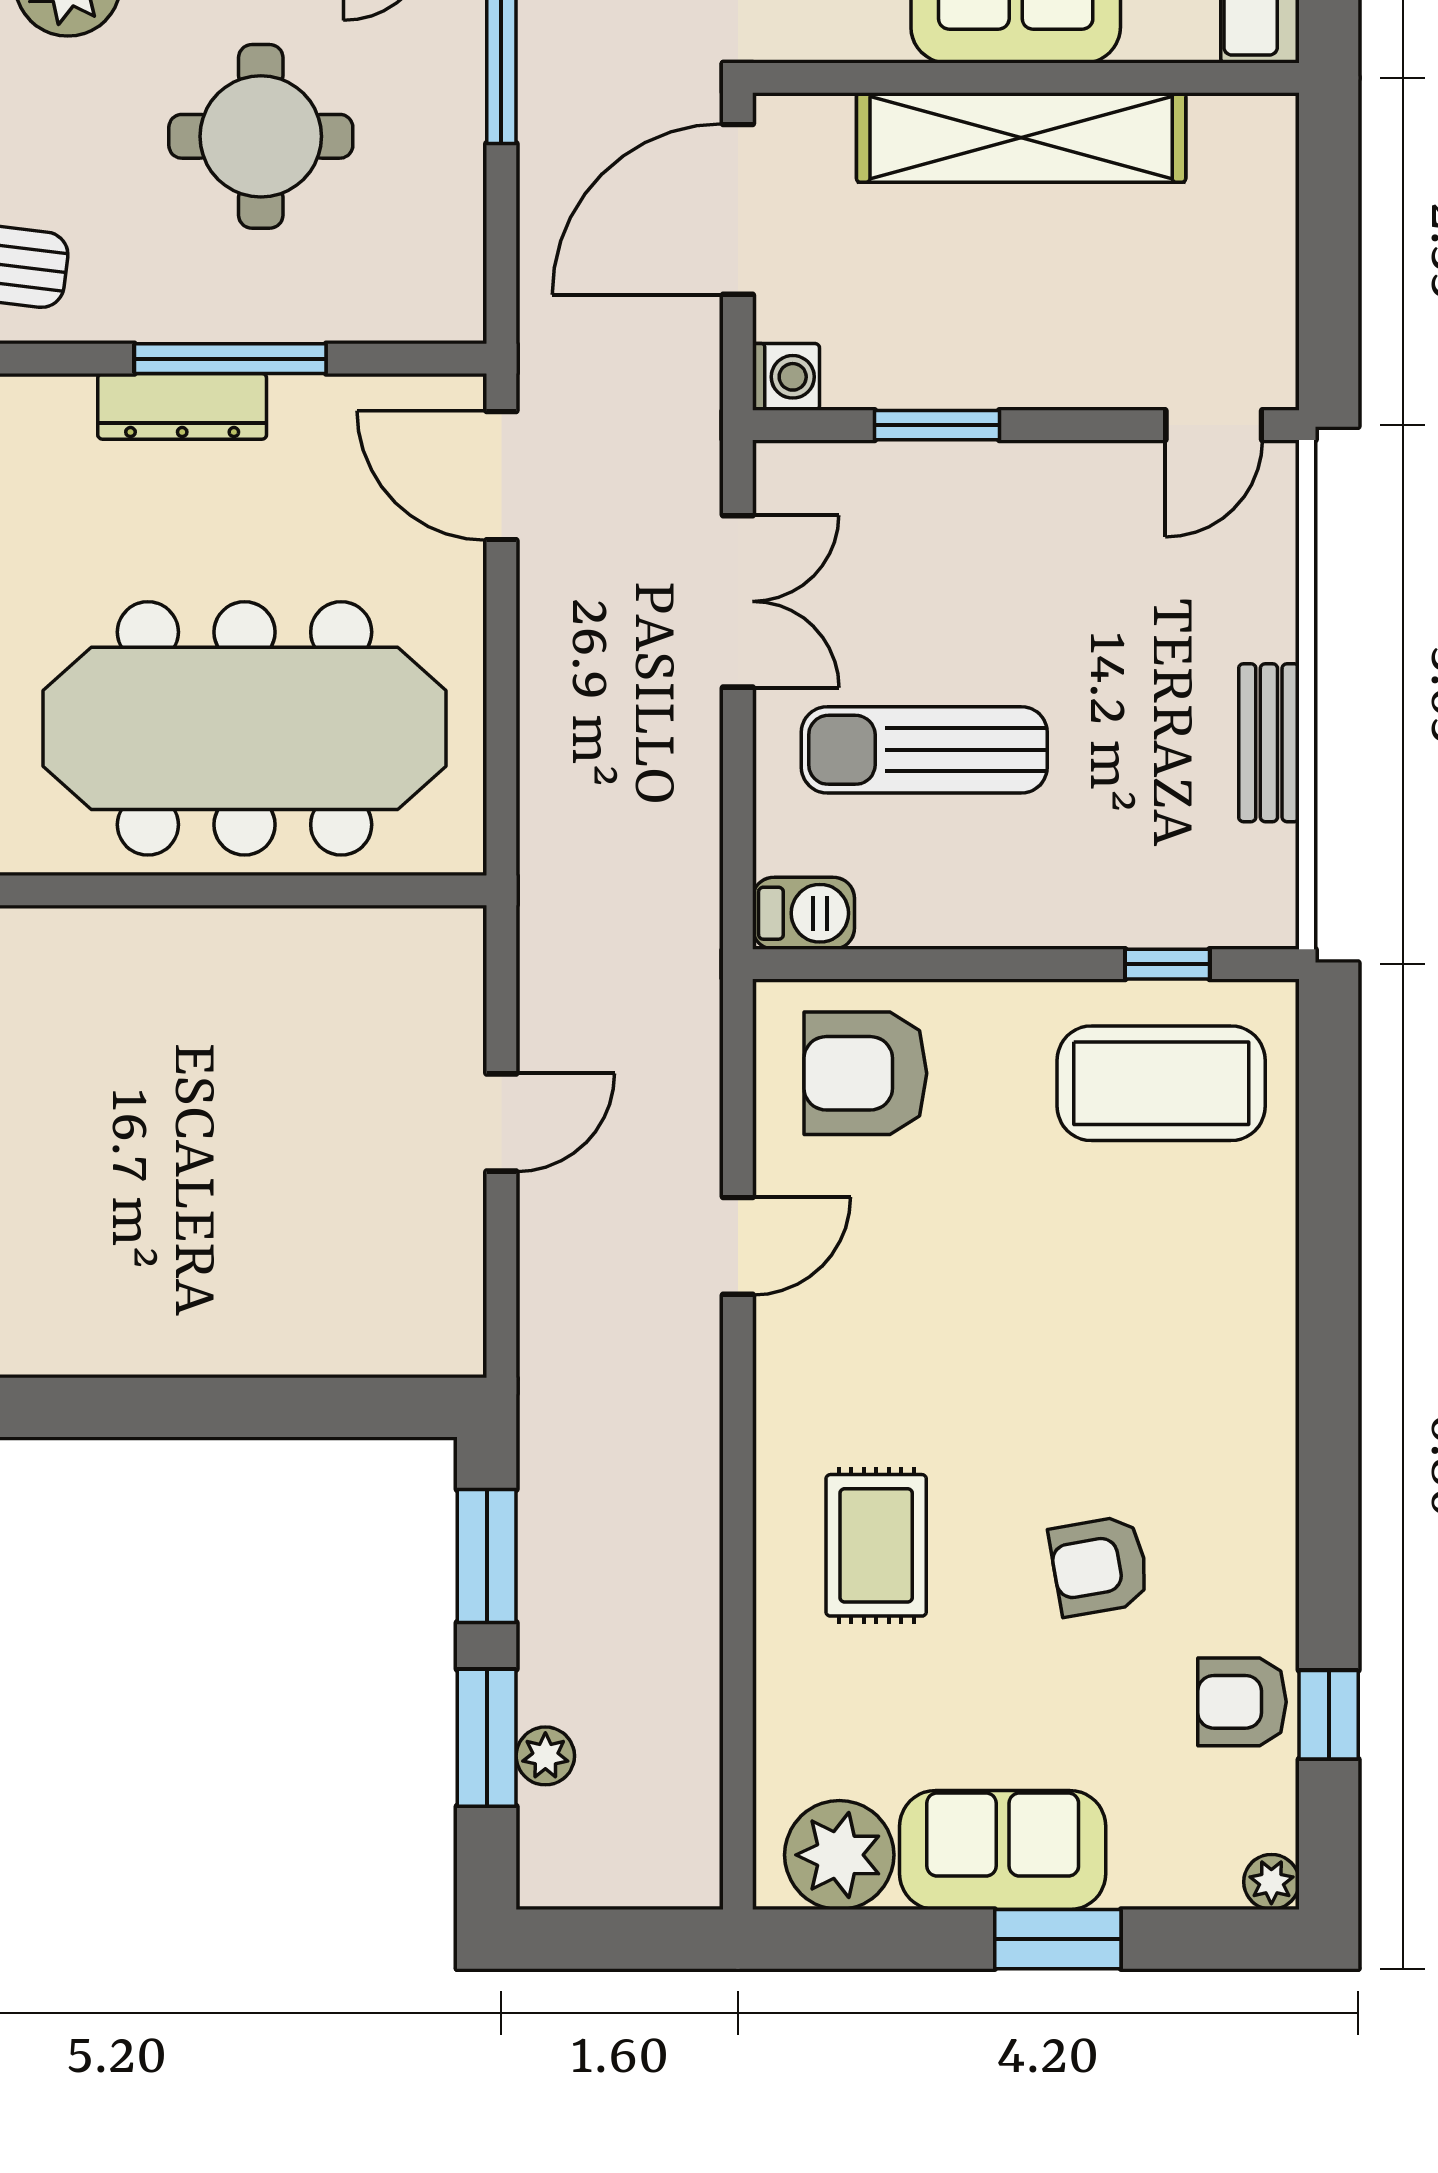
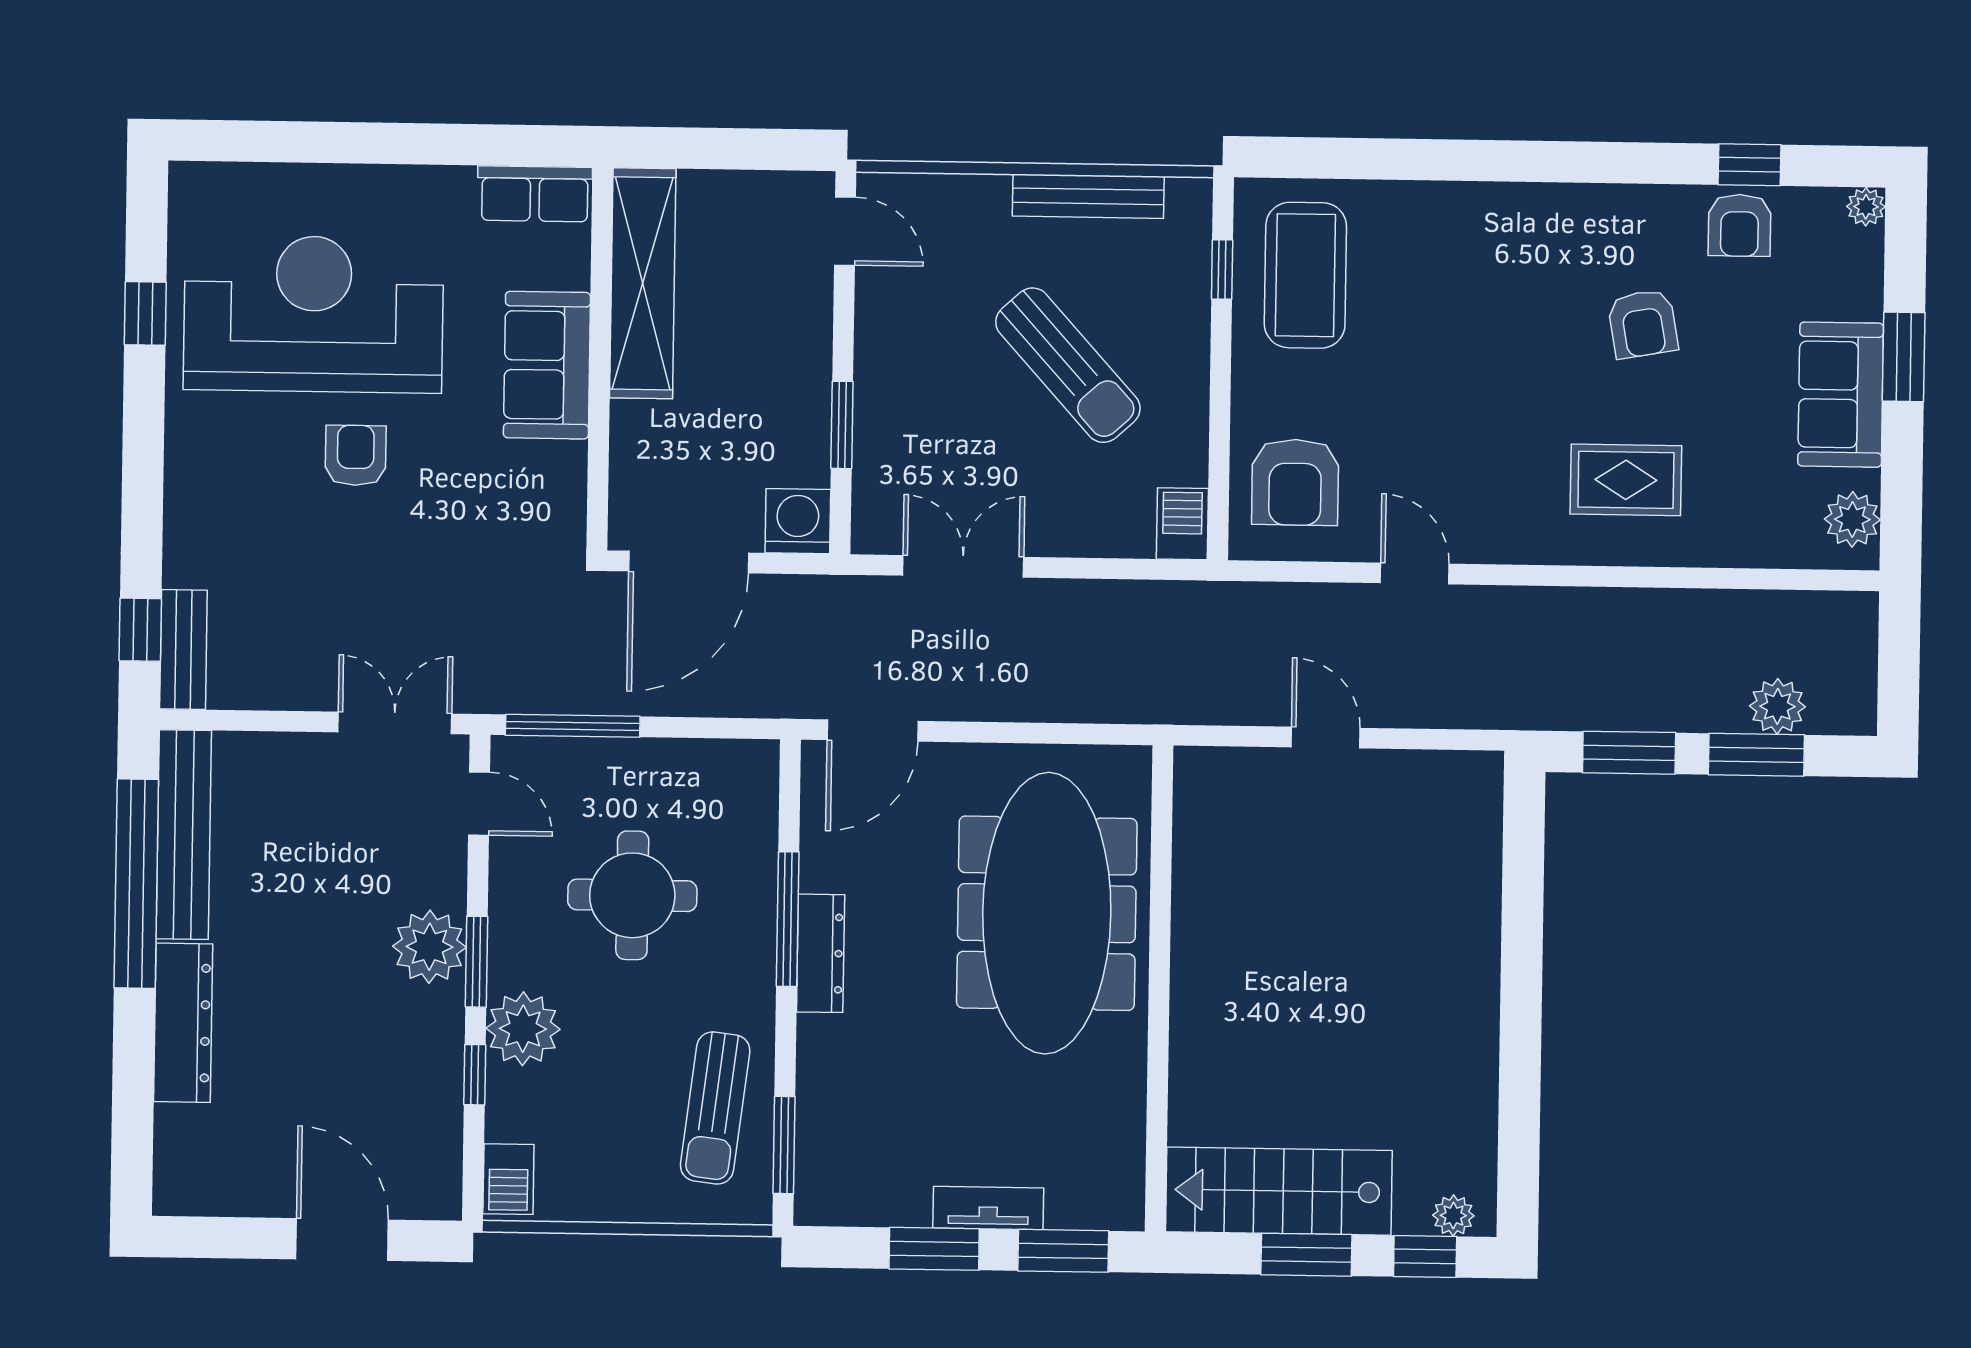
shelving: (1021, 138) -> (643, 283), moved
door: (738, 209) -> (689, 562), hinge flipped
washing machine: (786, 377) -> (798, 521), width x1.38, depth x1.38
bench: (1269, 743) -> (1088, 196), width x1.36
sun lounger: (924, 750) -> (1068, 365), moved, turned -42
plant: (545, 1756) -> (1777, 706), width x1.38, depth x1.38
plant: (839, 1855) -> (1852, 519), width x0.73, depth x0.73

